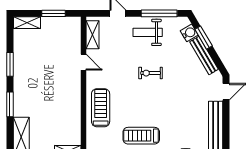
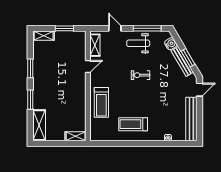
window: (204, 38) -> (188, 58), moved
door: (83, 62) -> (88, 67), hinge flipped
treadmill: (101, 108) -> (101, 102), turned 180

